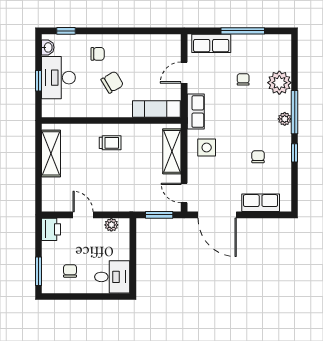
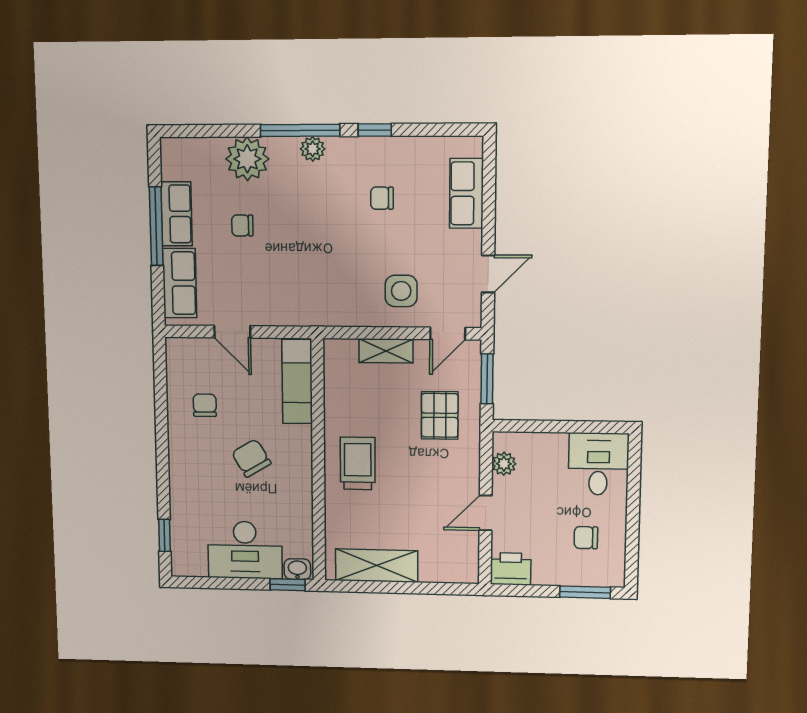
washbasin: (48, 47) -> (297, 569), moved
chair: (98, 54) -> (205, 405), moved
window: (38, 81) -> (288, 585), moved
row of seats: (196, 112) -> (176, 214), moved, turned 90
trolley: (110, 143) -> (358, 463), width x1.36, depth x1.39
side table: (207, 148) -> (401, 291), moved
shelving: (172, 151) -> (386, 351), width x0.67, depth x0.75
pallet: (138, 189) -> (440, 415), added
door: (217, 215) -> (488, 274), width x0.53

